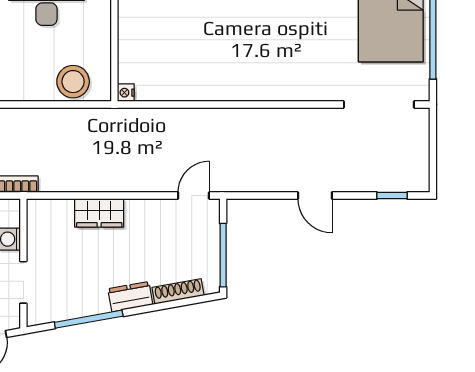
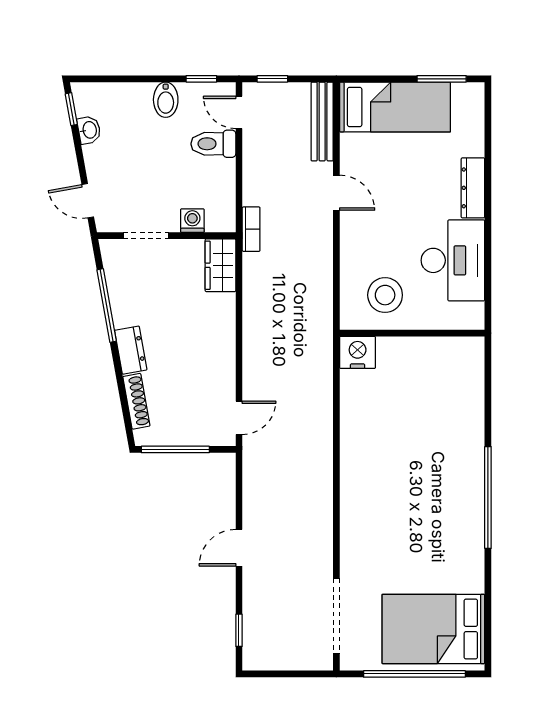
stool: (73, 82) -> (385, 295), moved
nightstand: (126, 93) -> (358, 352), width x1.89, depth x1.79
door: (194, 196) -> (239, 418), hinge flipped
wardrobe: (99, 213) -> (220, 265), moved

